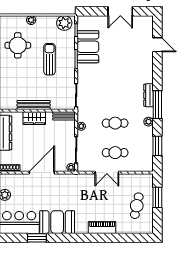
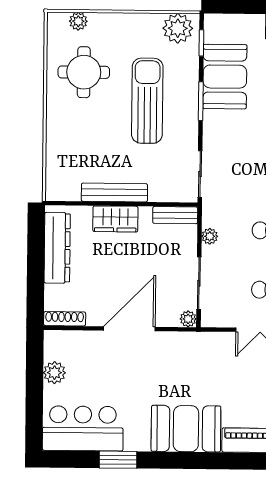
plant: (31, 20) -> (78, 21), moved
sun lounger: (49, 59) -> (147, 101), width x1.36, depth x1.34
booth: (57, 222) -> (186, 429), moved

